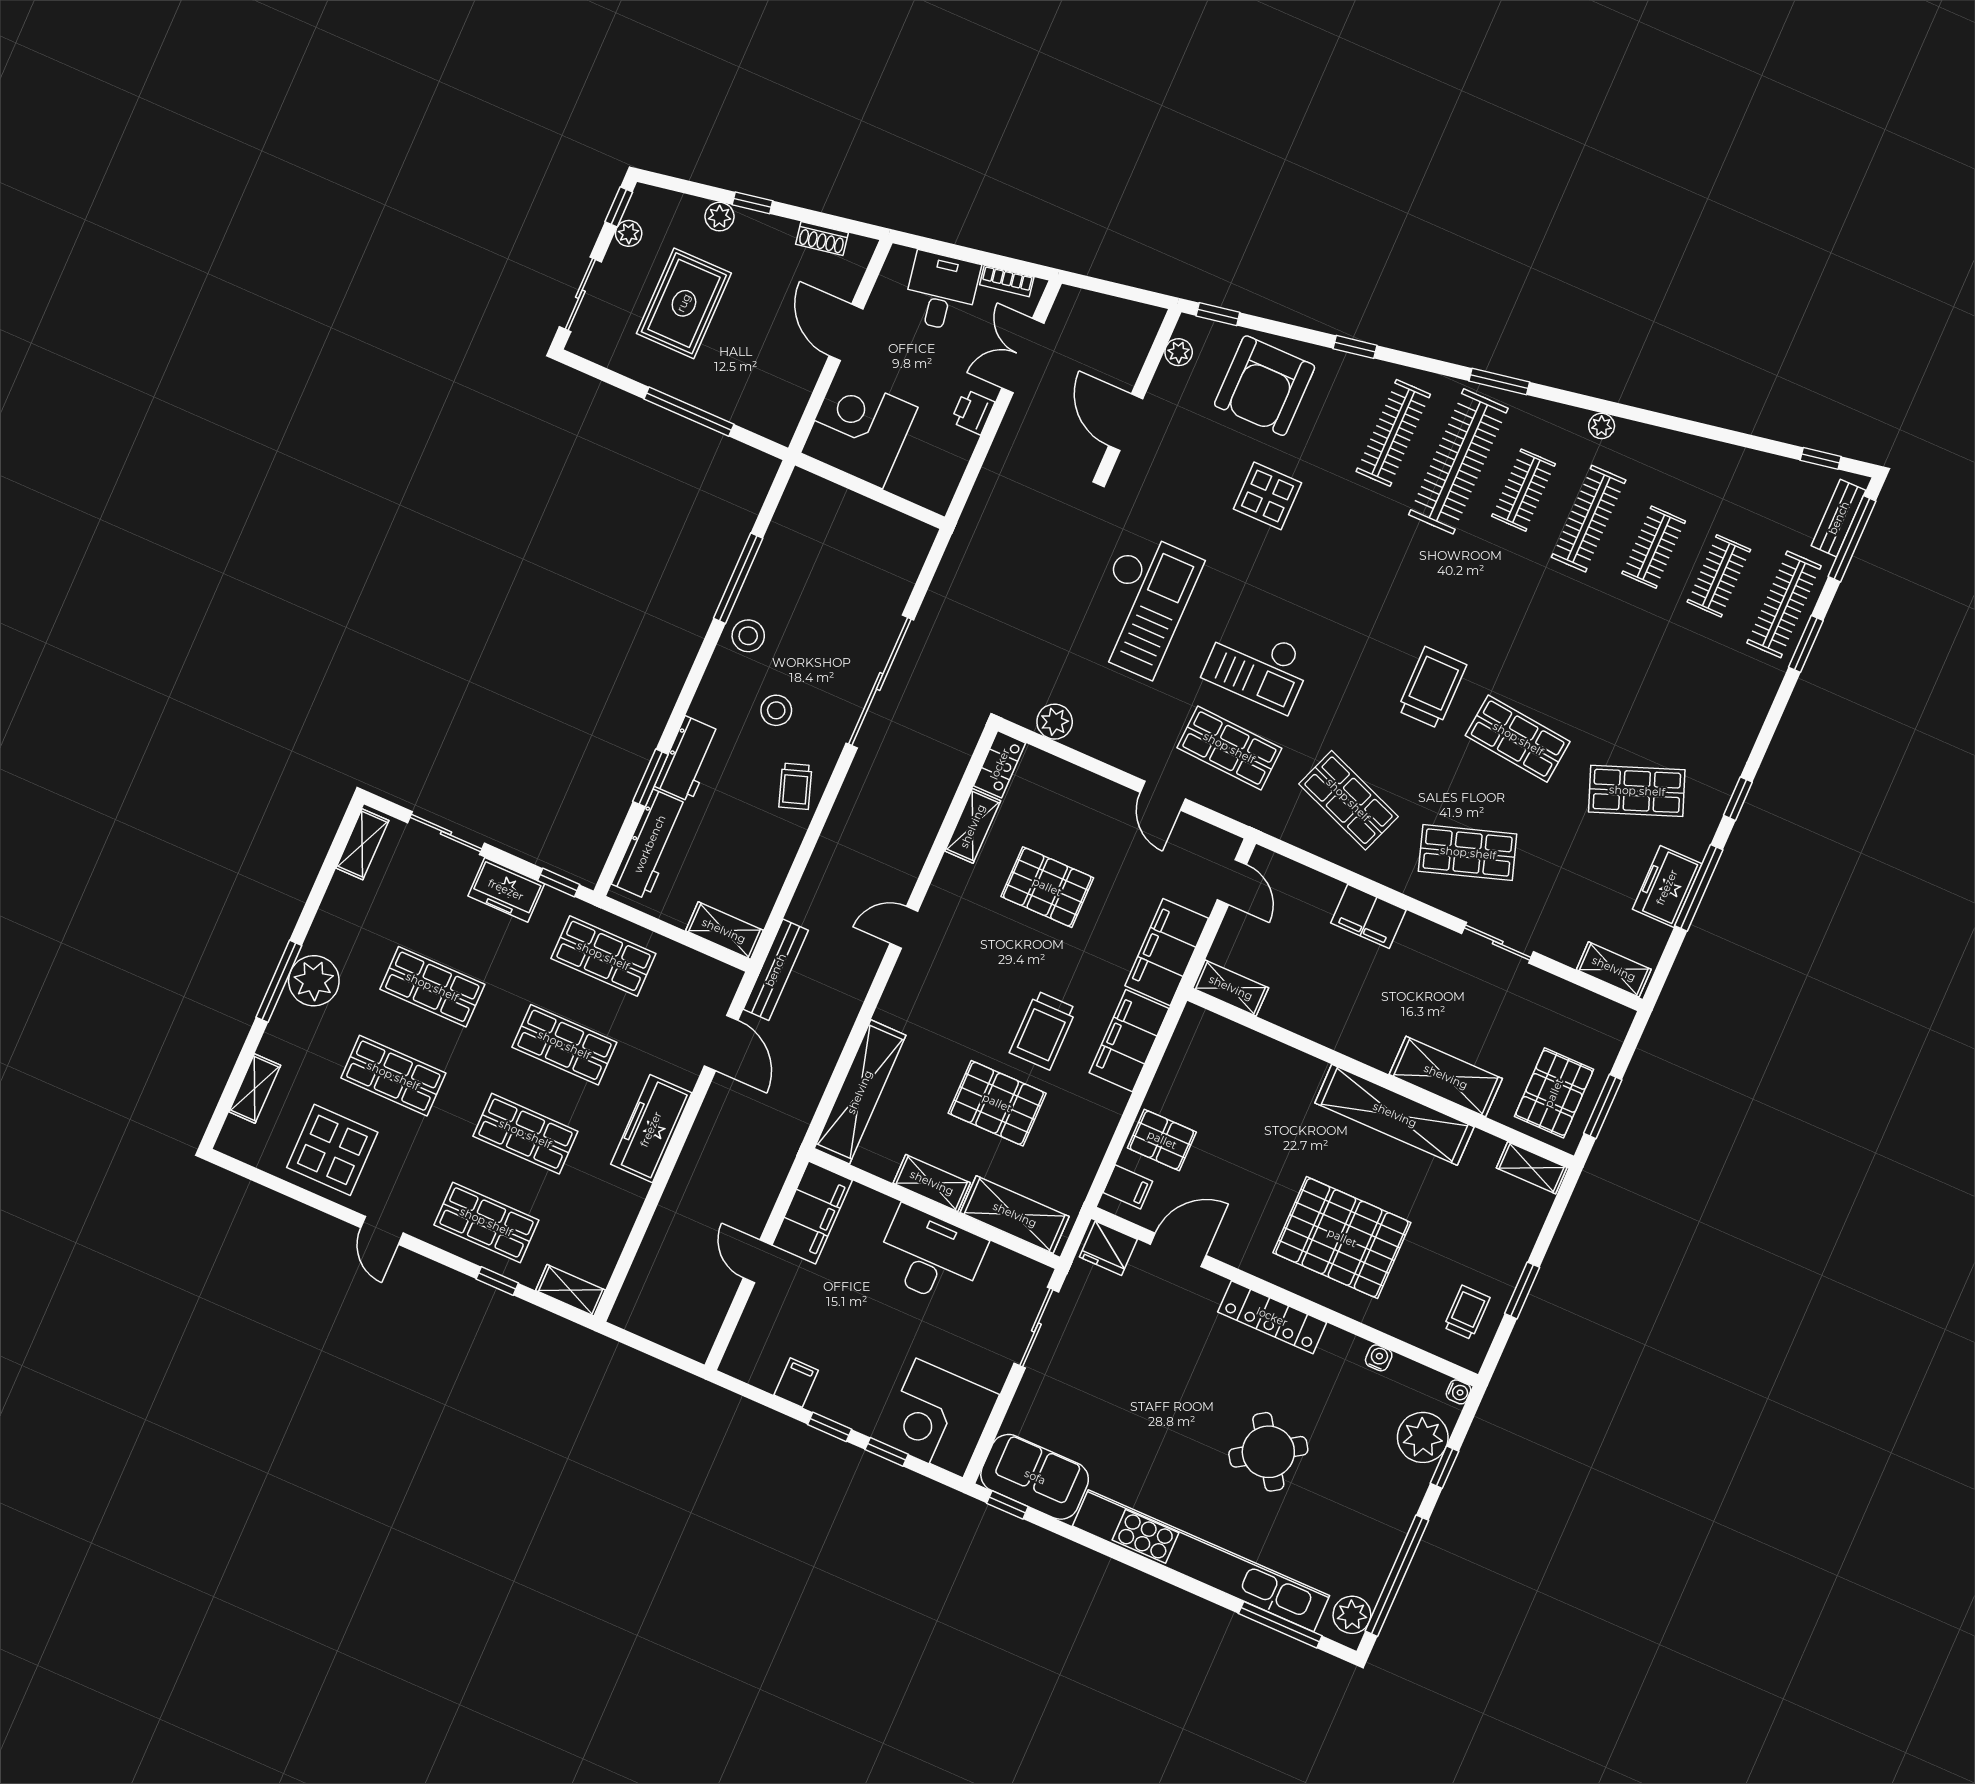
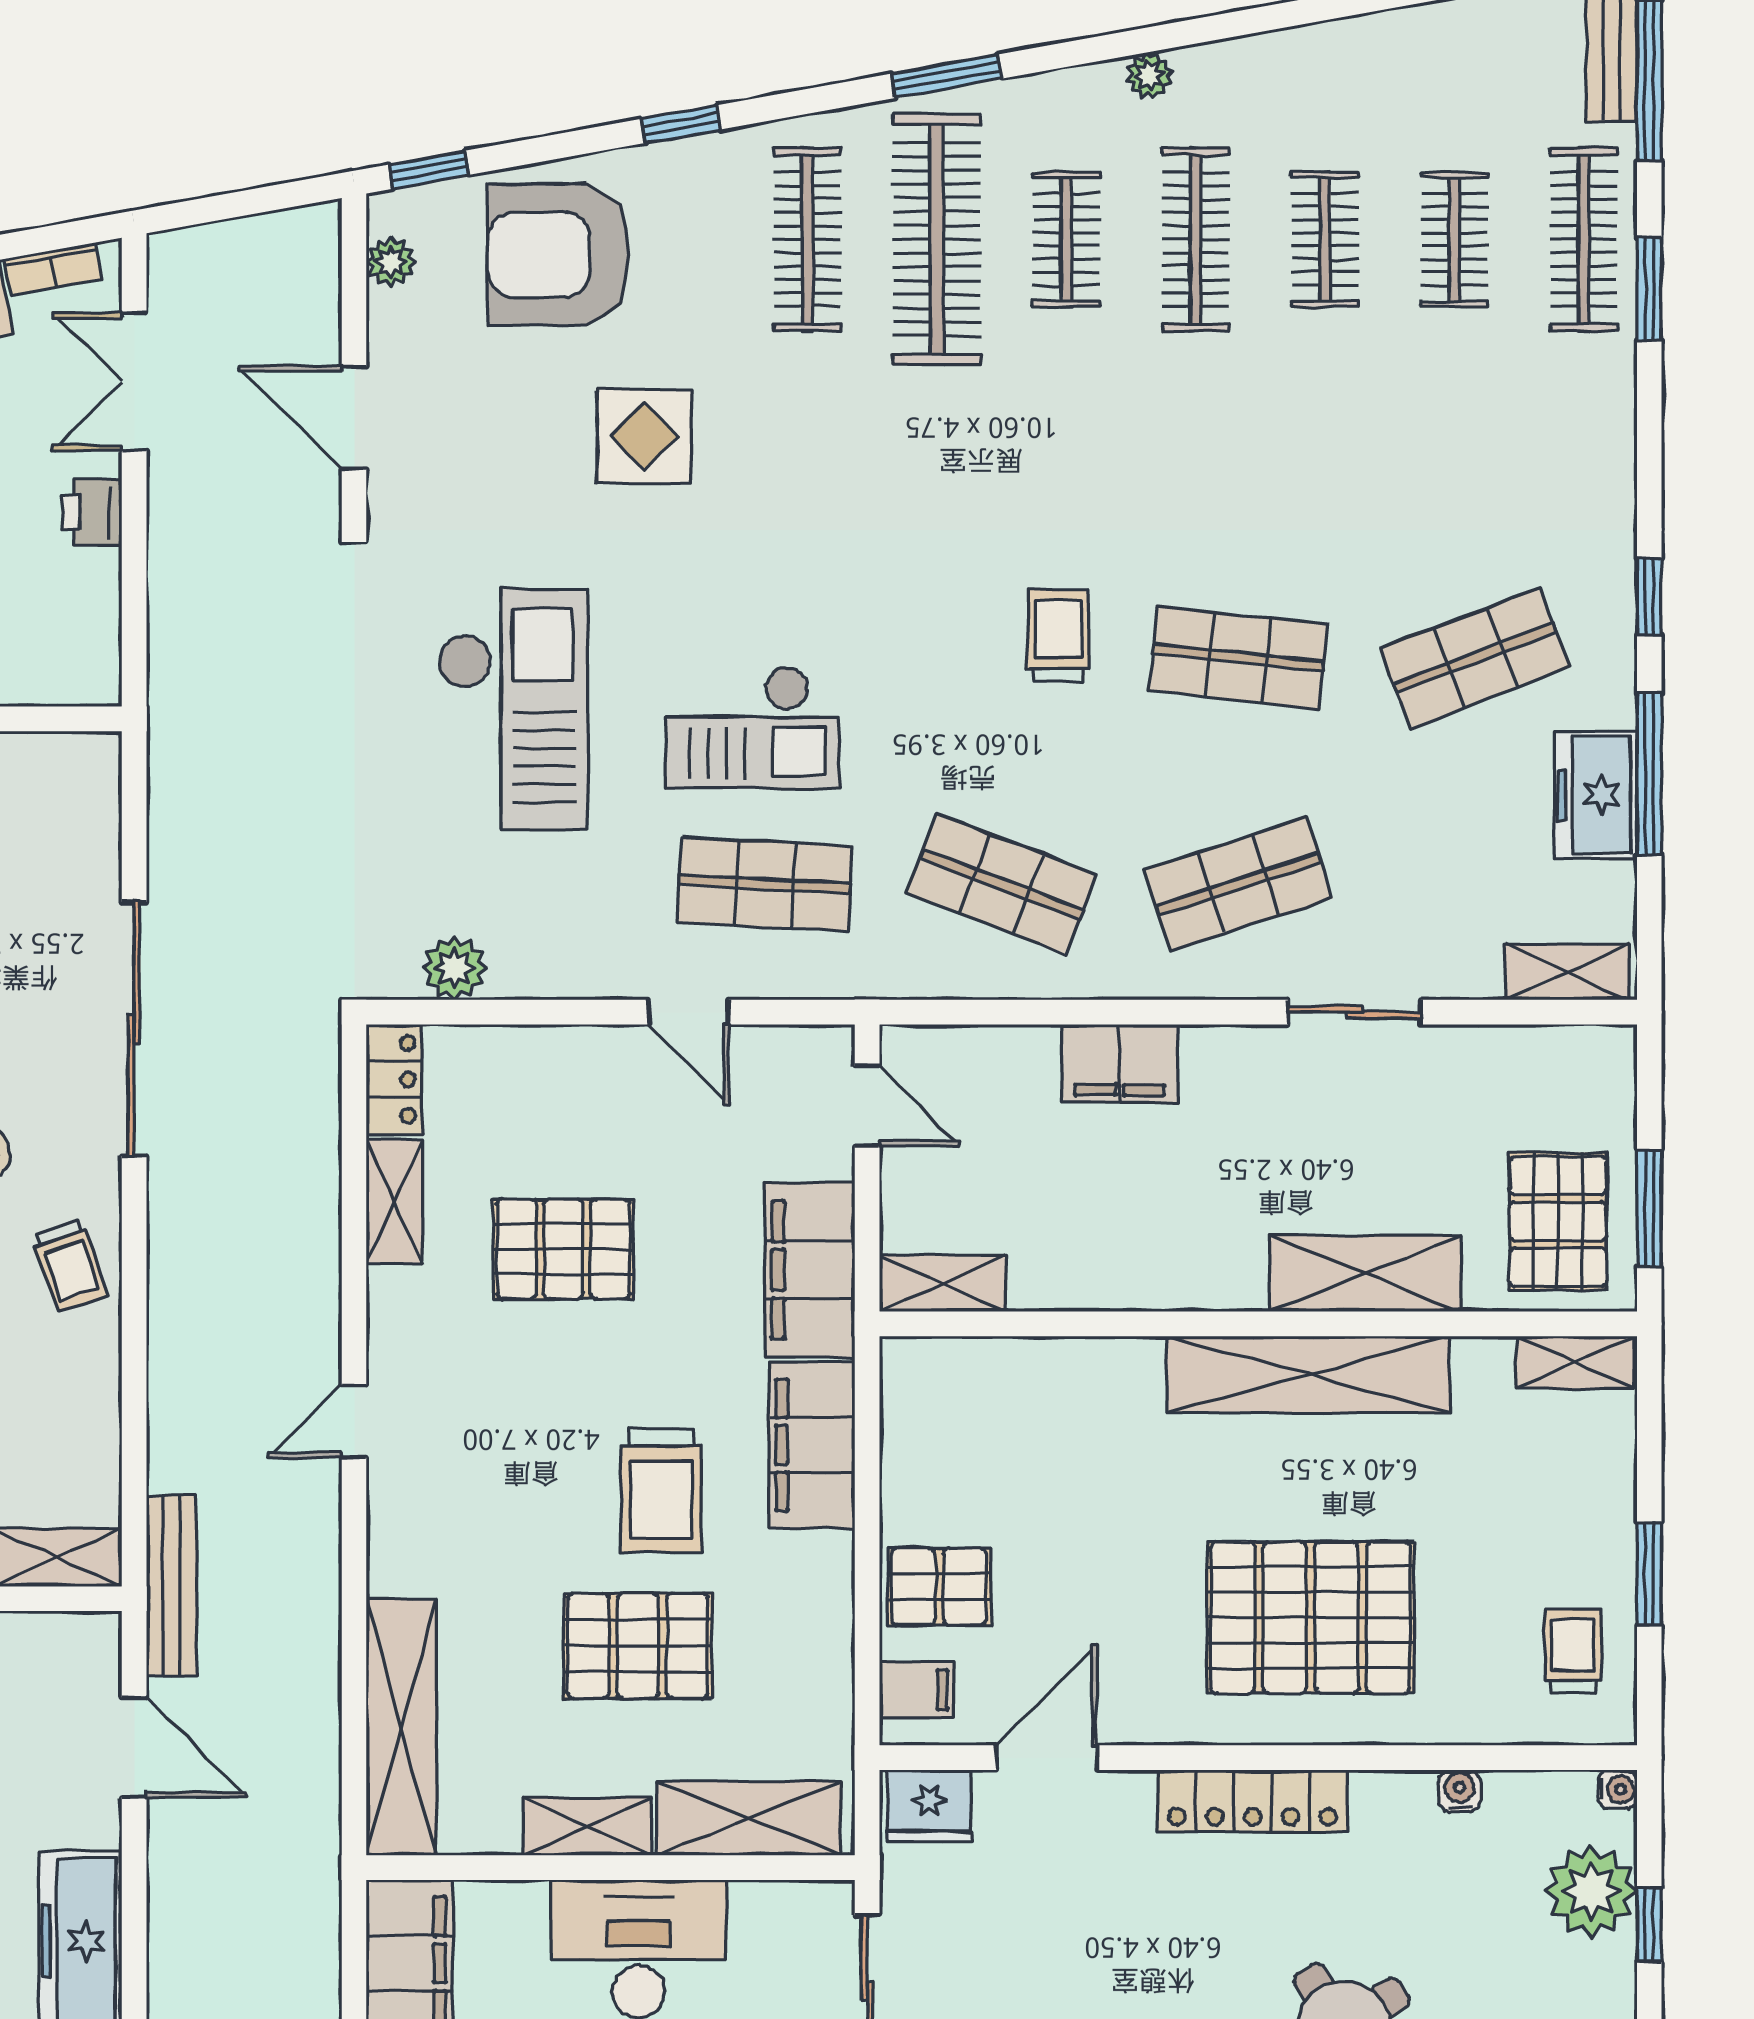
armchair: (1265, 386) -> (559, 255), turned 90
trolley: (1432, 688) -> (1058, 635), width x0.73, depth x0.72

